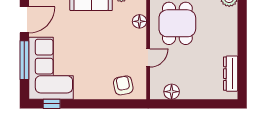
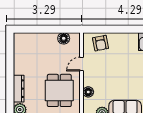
dresser: (231, 74) -> (19, 89), moved

